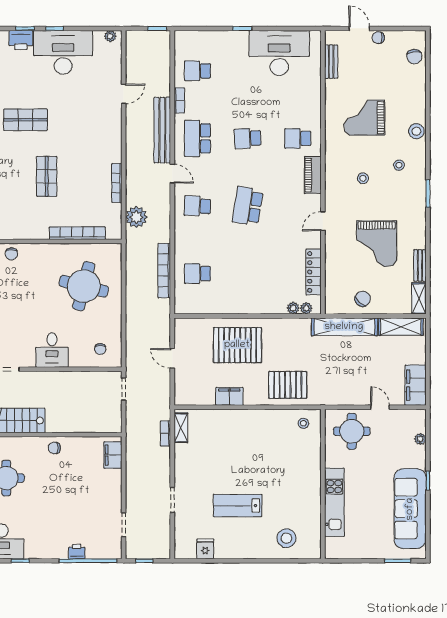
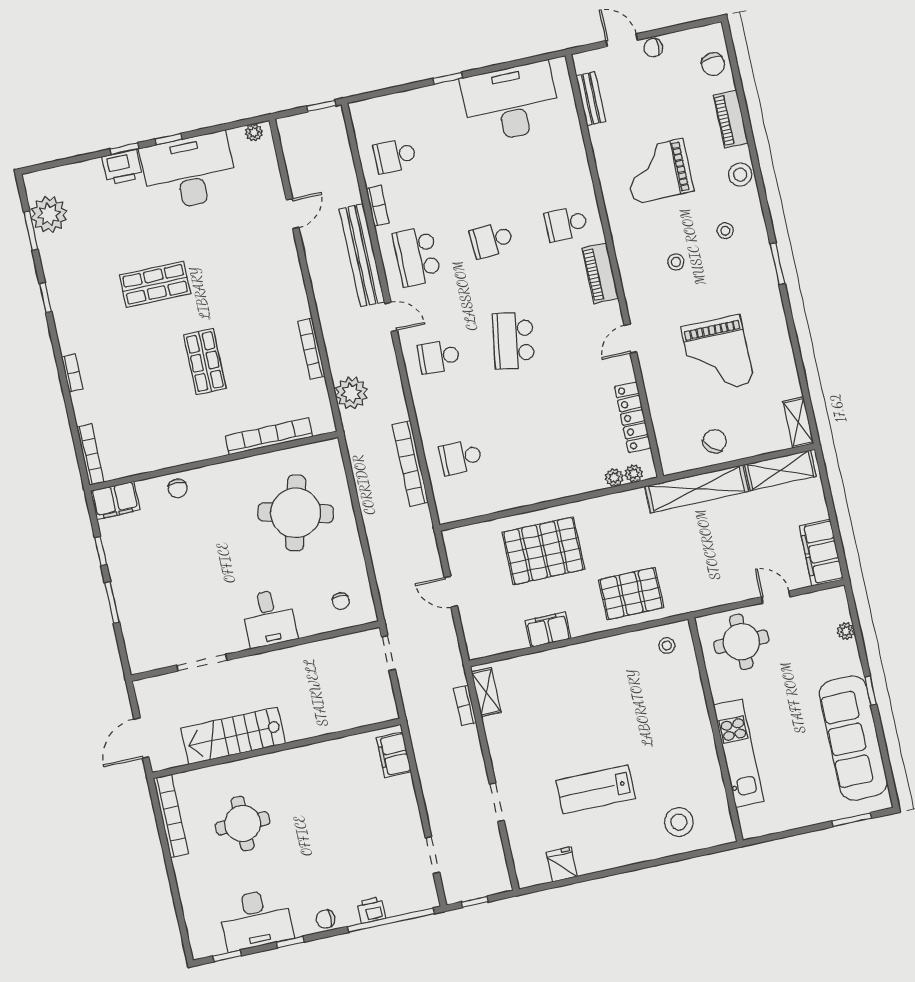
piano: (418, 94) -> (731, 119), added
bench: (420, 265) -> (789, 373), removed
chair: (54, 448) -> (325, 919), moved

